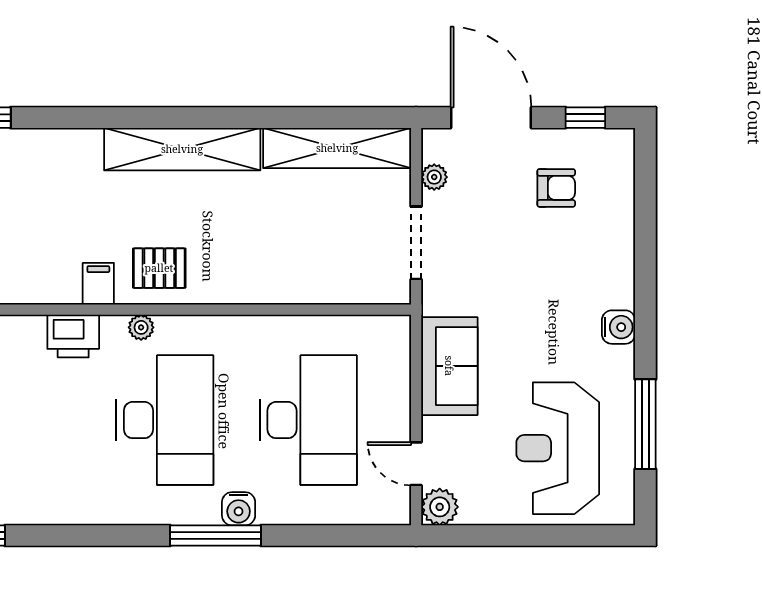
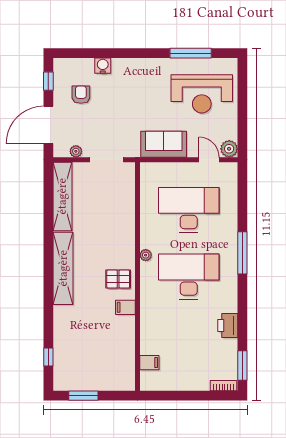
pallet: (159, 268) -> (118, 279), turned 90
plant: (141, 327) -> (146, 255), moved
water cooler: (619, 327) -> (103, 66), moved
printer: (73, 336) -> (228, 326), moved, turned 180
door: (416, 464) -> (209, 160), swing flipped
water cooler: (239, 509) -> (230, 242), removed

